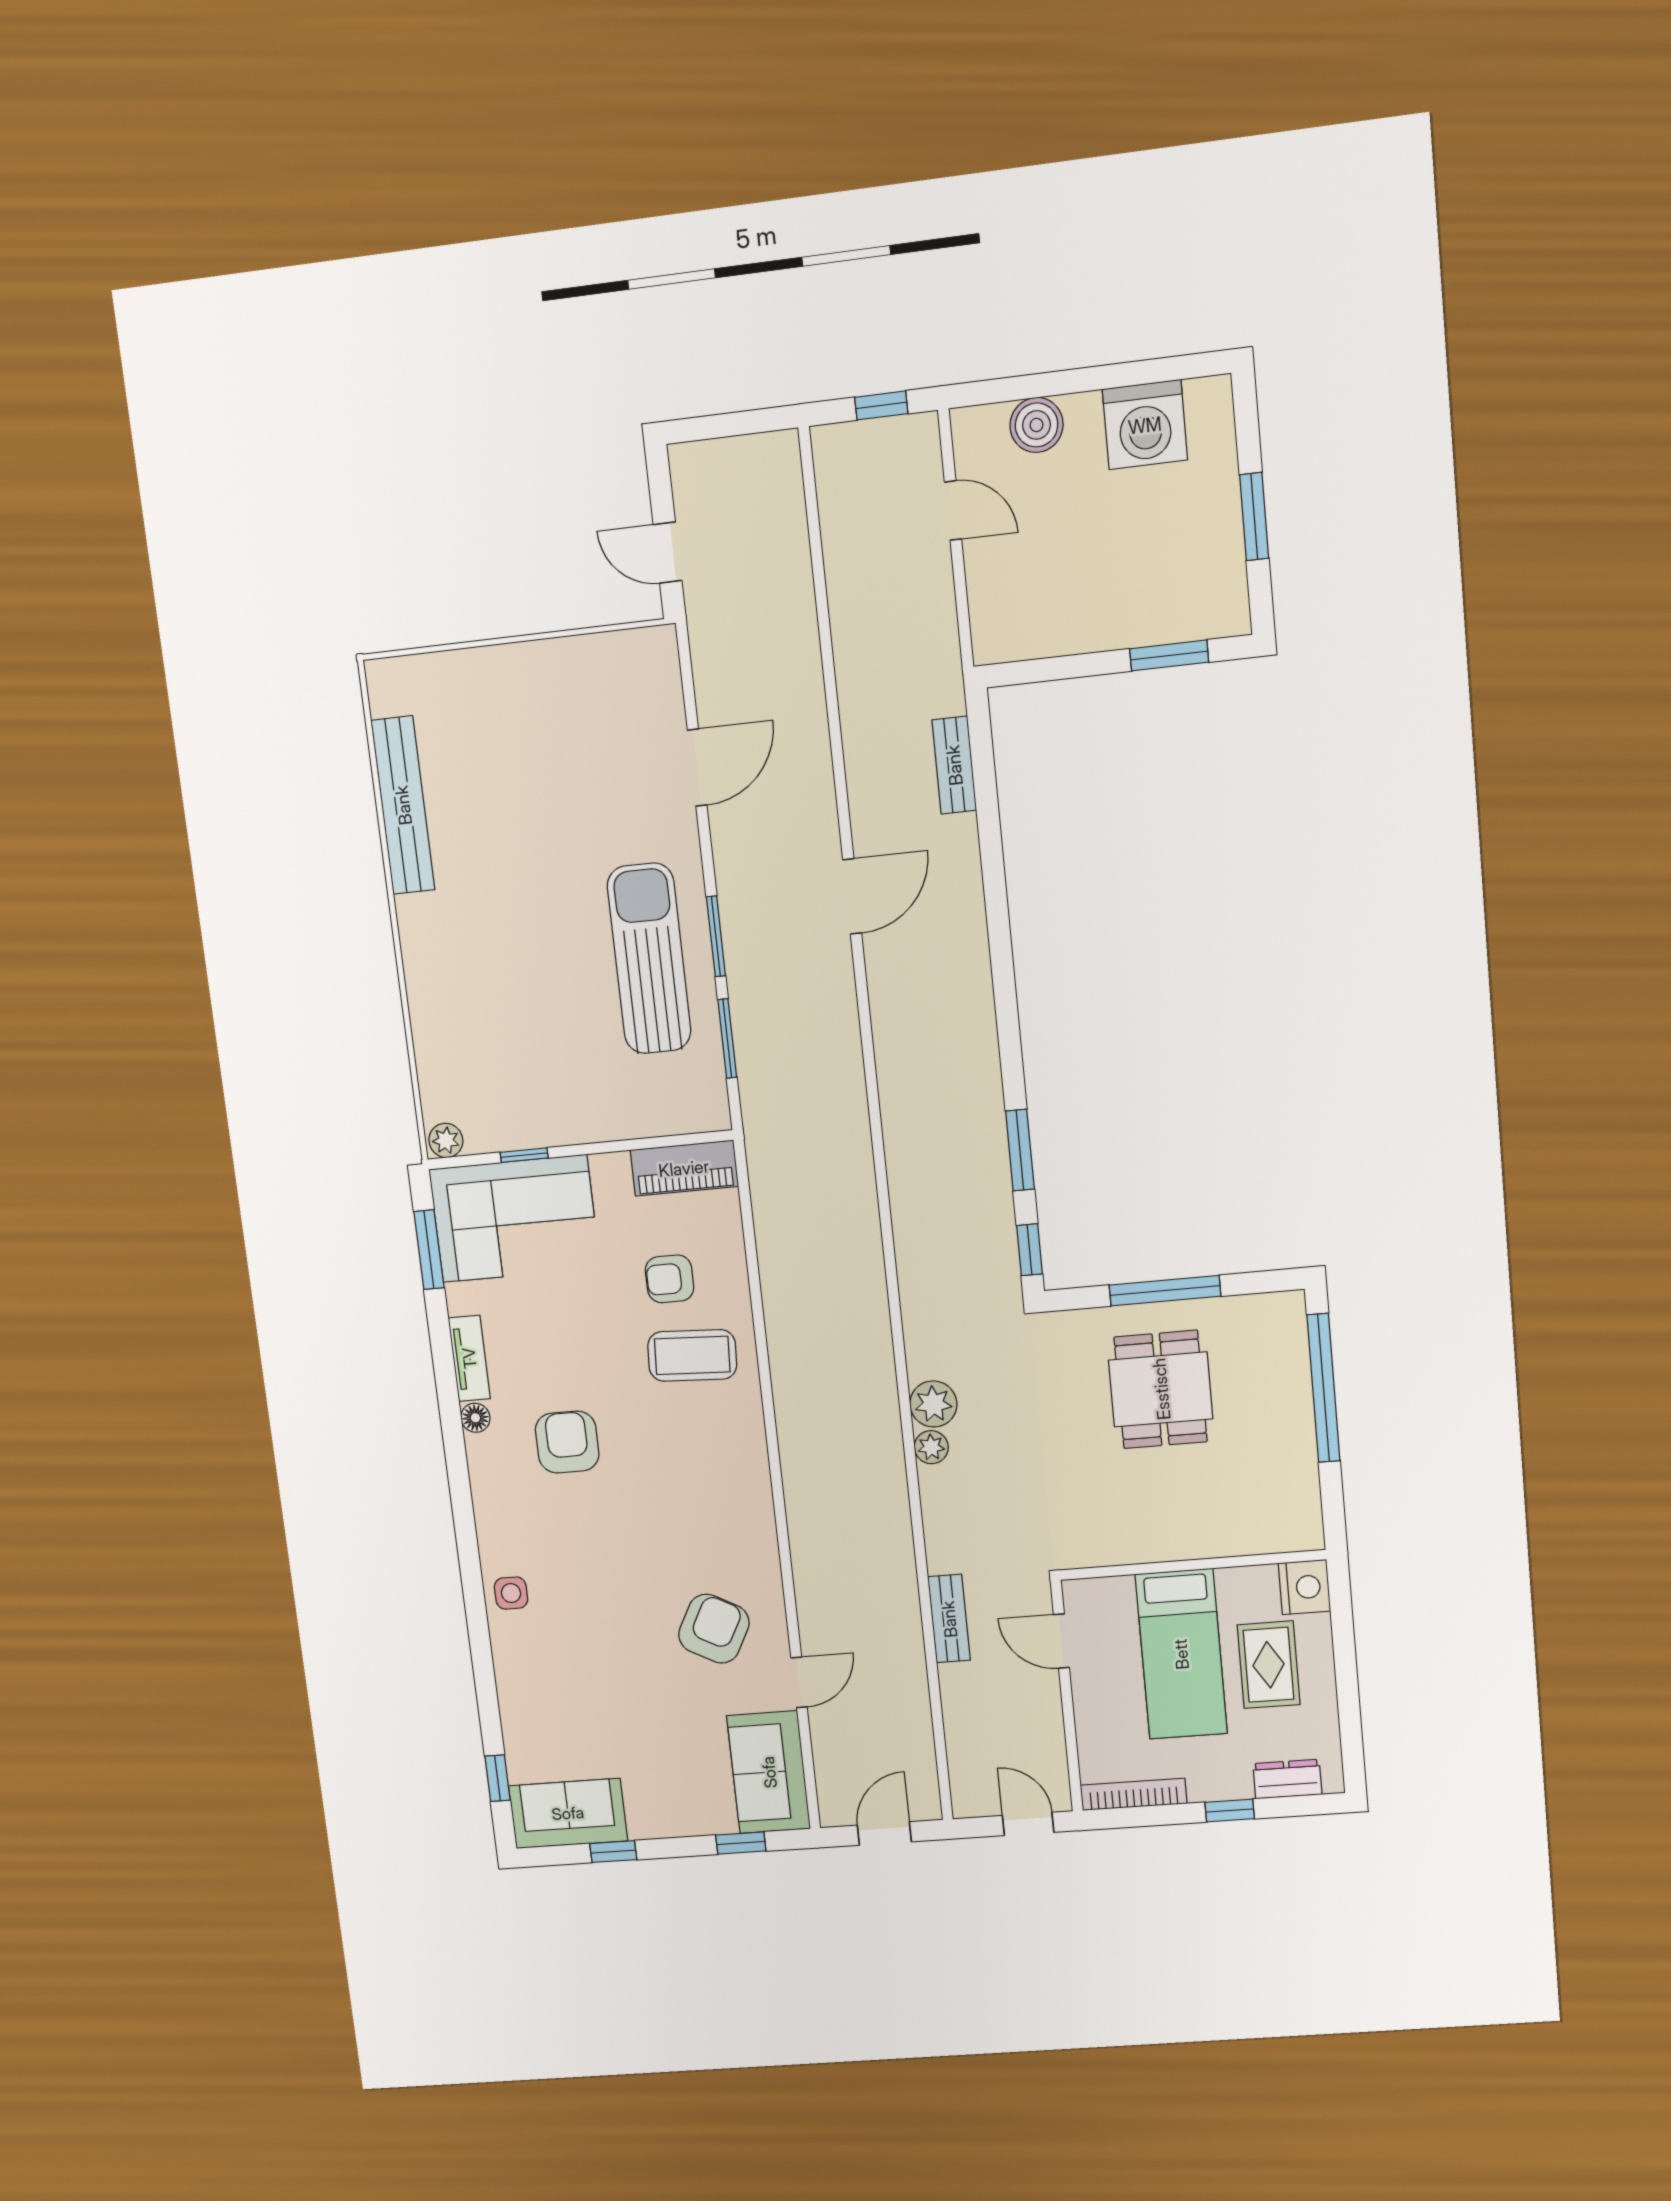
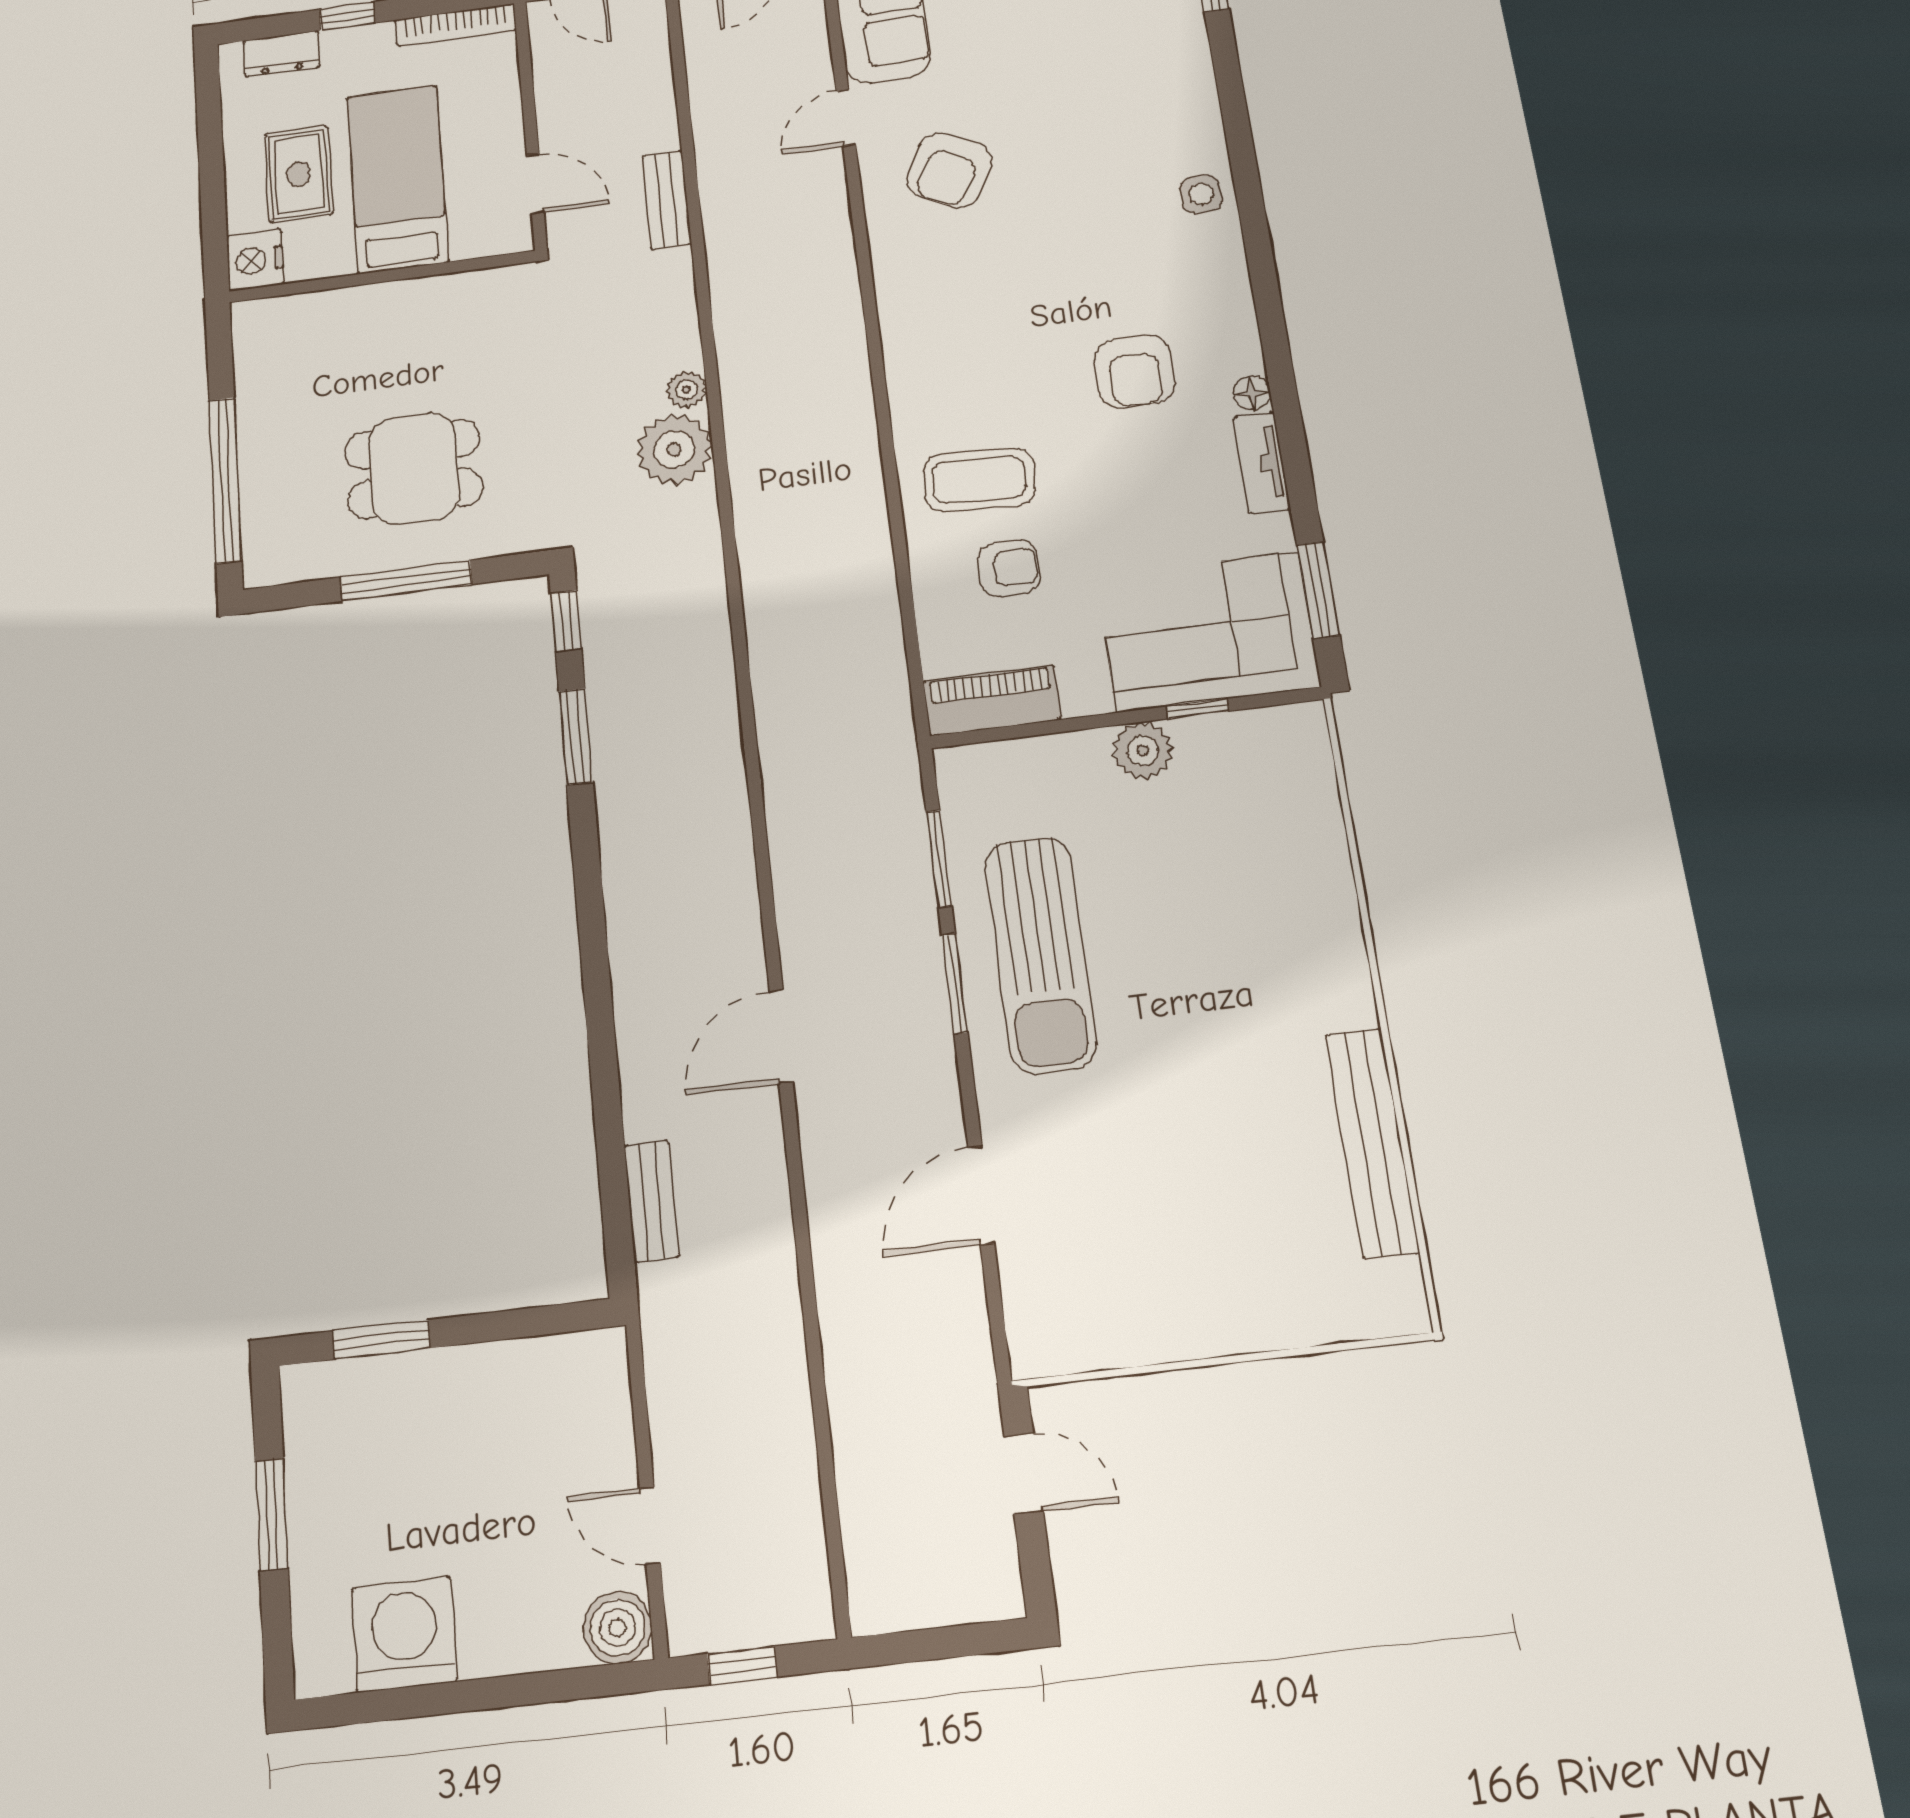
boiler: (1036, 425) -> (618, 1628), moved
plant: (446, 1140) -> (1143, 751), moved, width x1.38, depth x1.38
dining table: (1161, 1389) -> (414, 469), turned 90
plant: (933, 1404) -> (674, 449), width x1.36, depth x1.36

